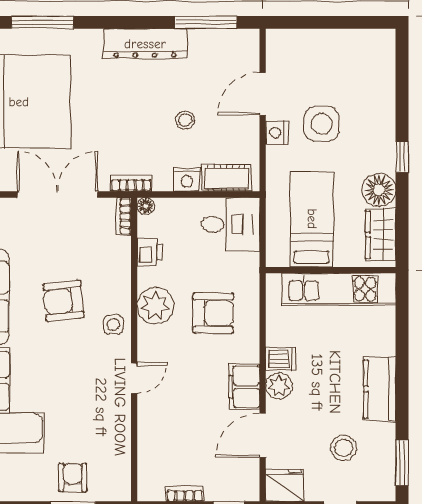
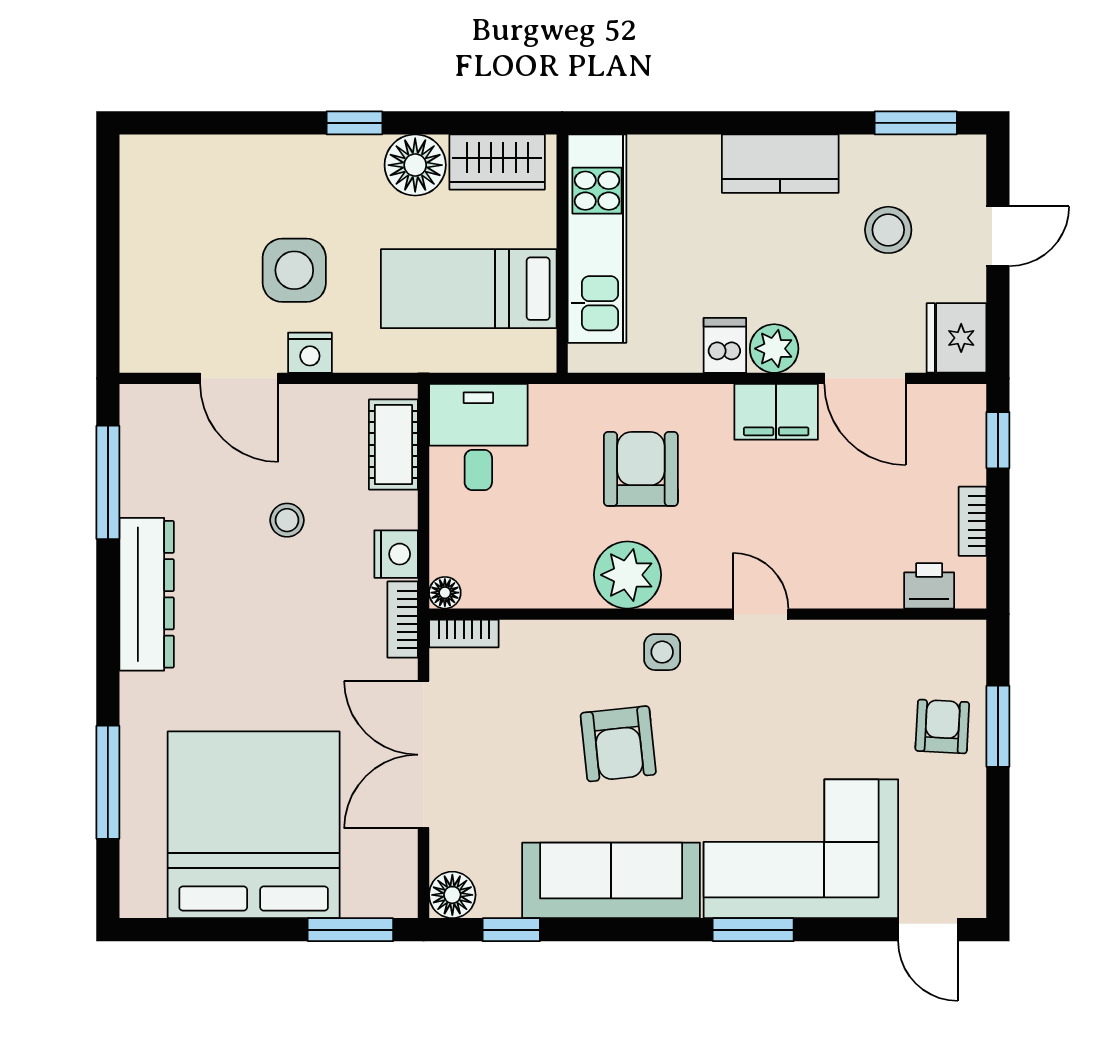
nightstand: (187, 180) -> (396, 554), moved
printer: (150, 252) -> (929, 586), moved
armchair: (73, 477) -> (942, 726), turned 93

